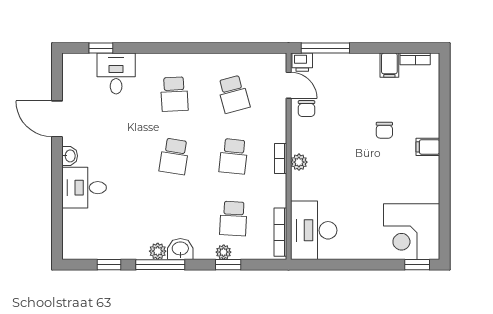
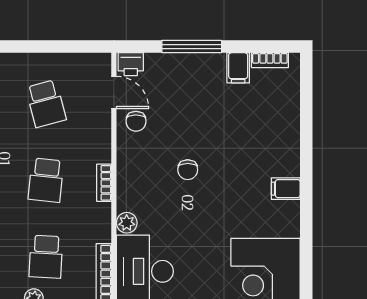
window: (325, 48) -> (192, 47), moved
chair: (384, 130) -> (188, 170), moved
filing cabinet: (428, 147) -> (286, 189), moved
plant: (299, 162) -> (127, 223), moved

